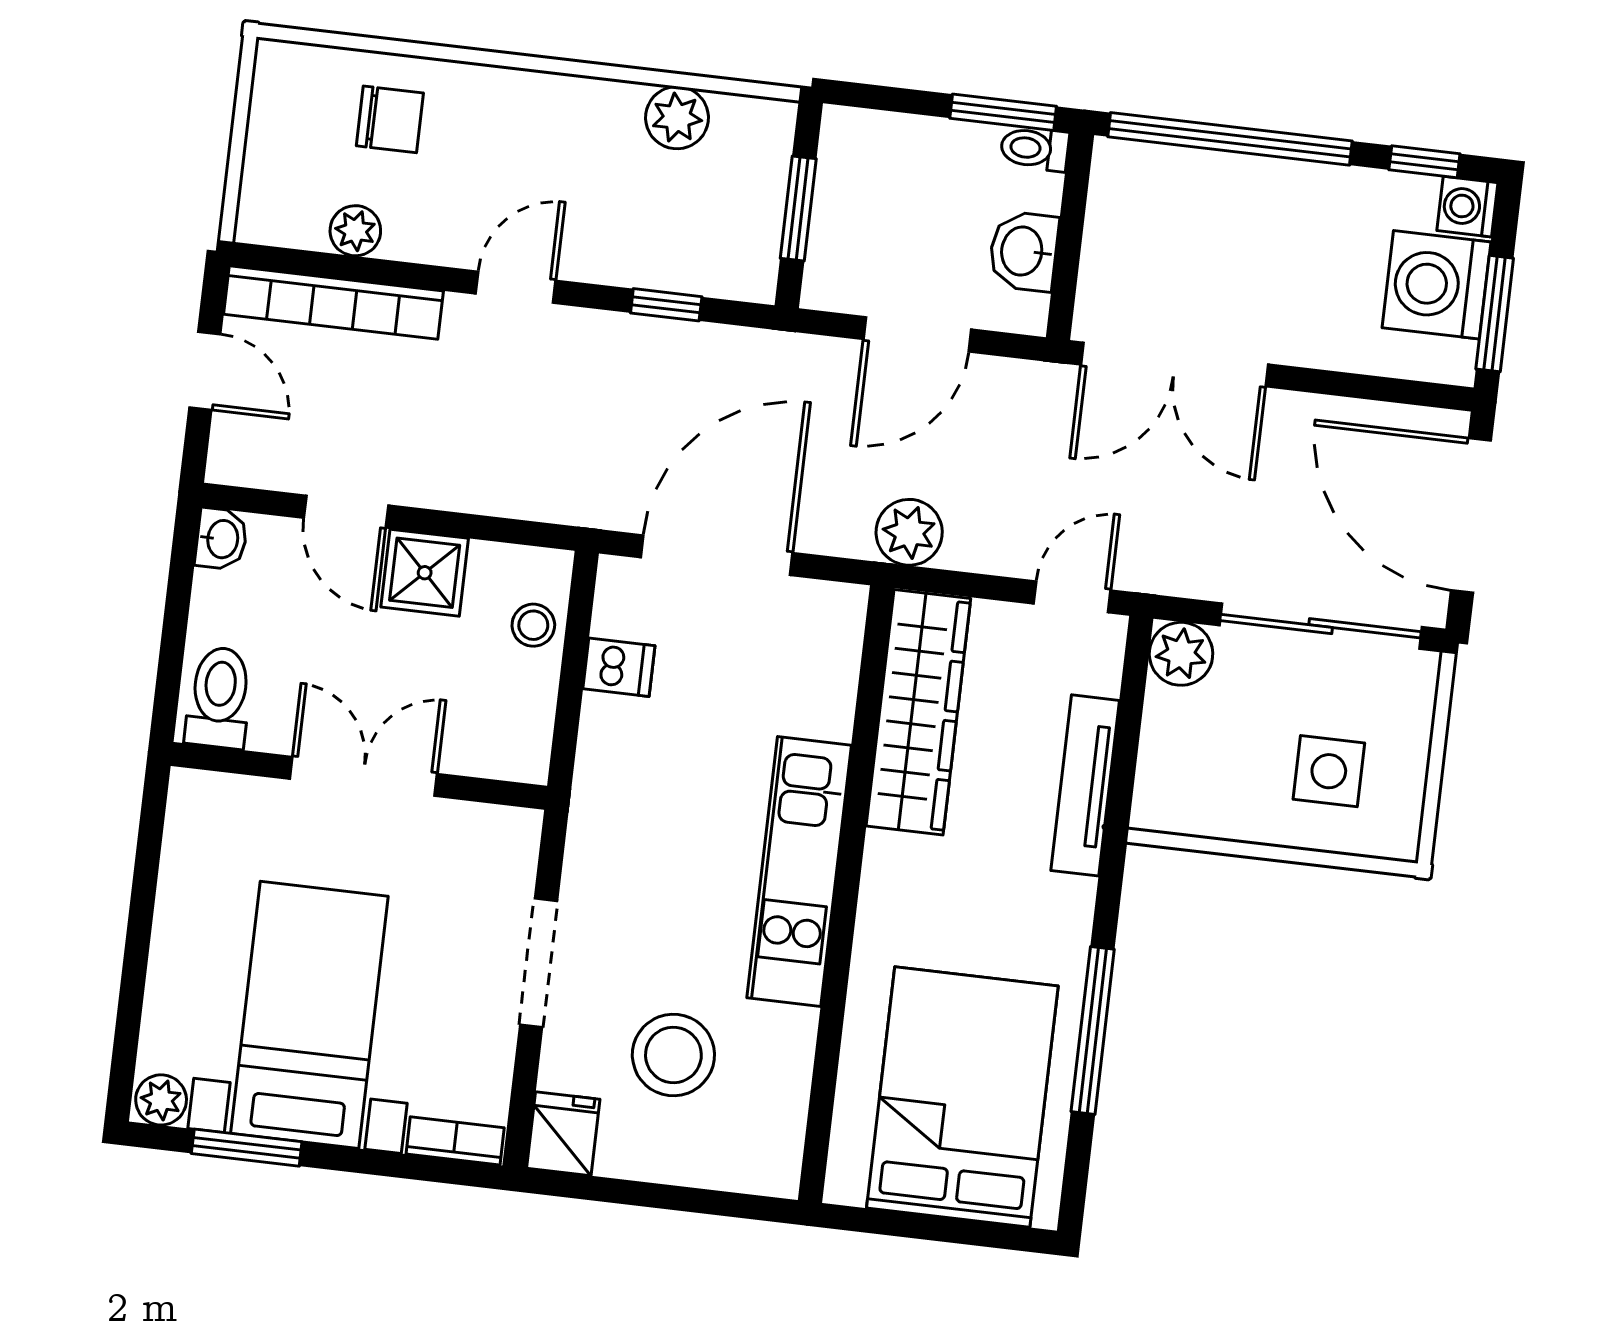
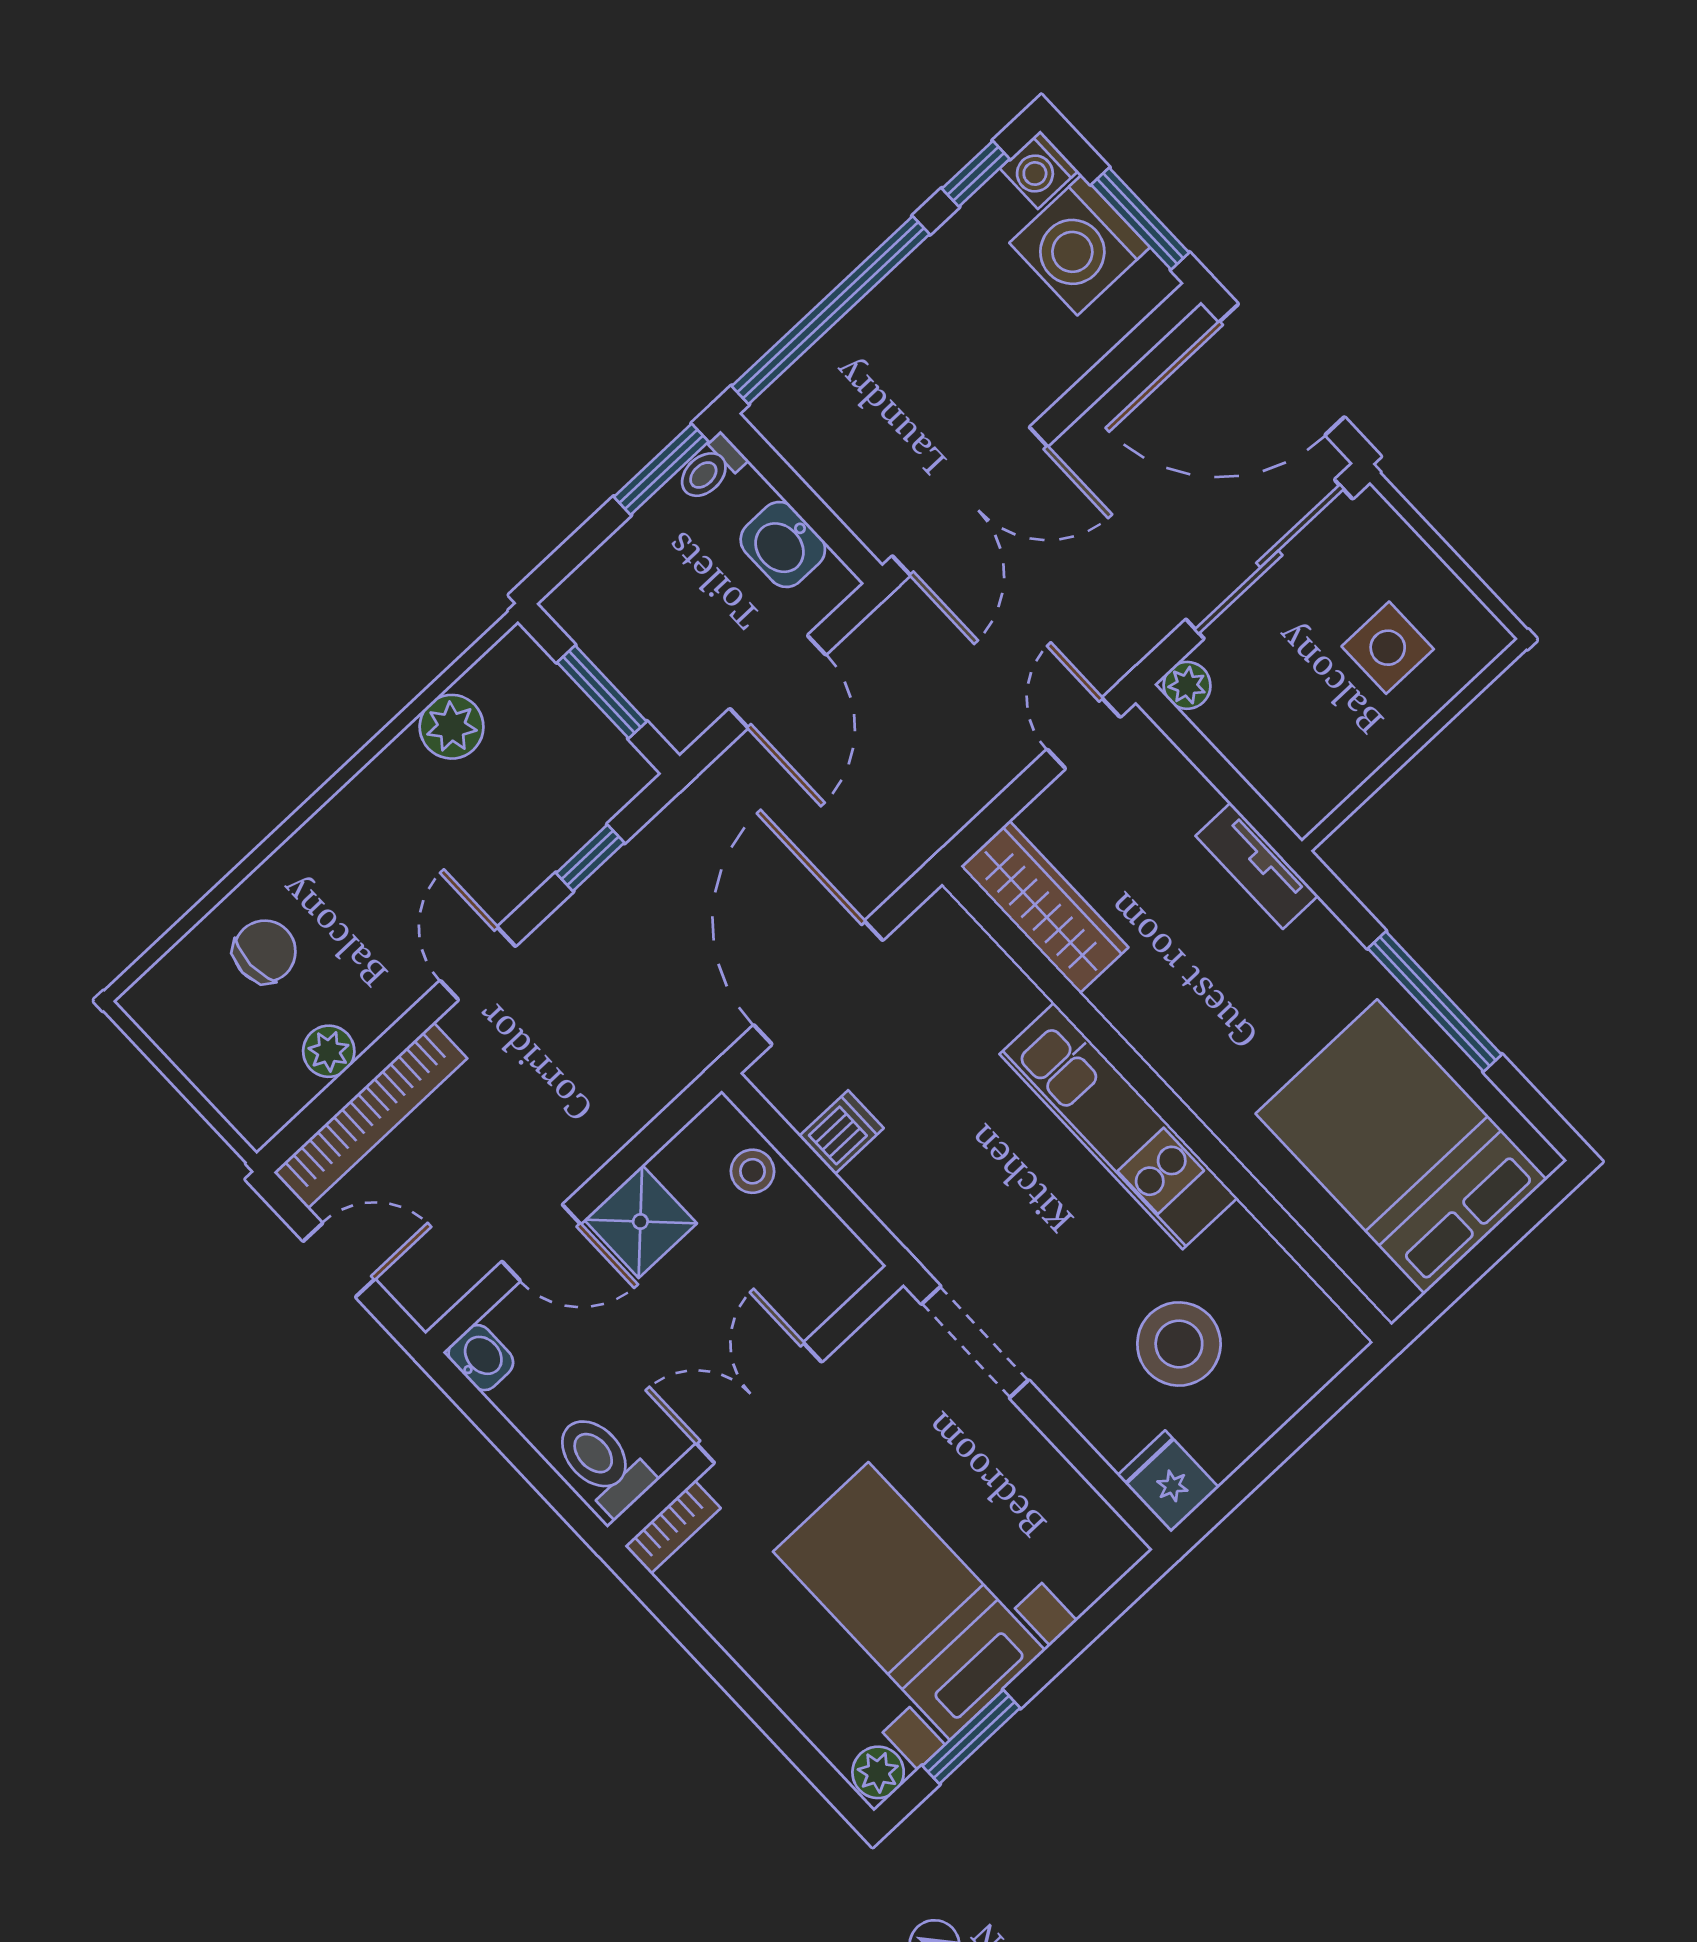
plant: (909, 532) -> (927, 818), removed
plant: (1181, 654) -> (1187, 685), width x0.73, depth x0.73
wardrobe: (918, 712) -> (1045, 907), width x0.71, depth x0.85
tv unit: (1085, 785) -> (1257, 866), width x0.71
doorway: (539, 963) -> (975, 1342), moved
bookcase: (455, 1141) -> (673, 1527), moved, turned 180

